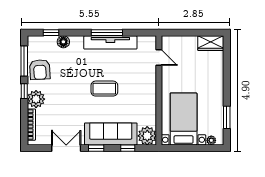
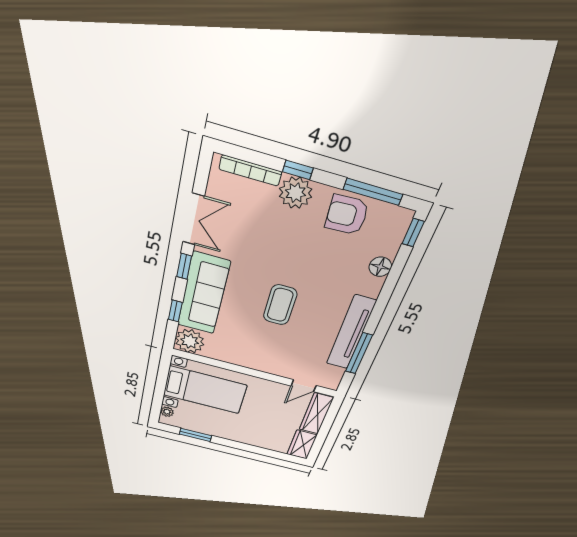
window: (51, 33) -> (413, 233), moved
window: (107, 33) -> (359, 353), moved
wardrobe: (179, 42) -> (316, 414), added
window: (24, 91) -> (298, 170), moved

